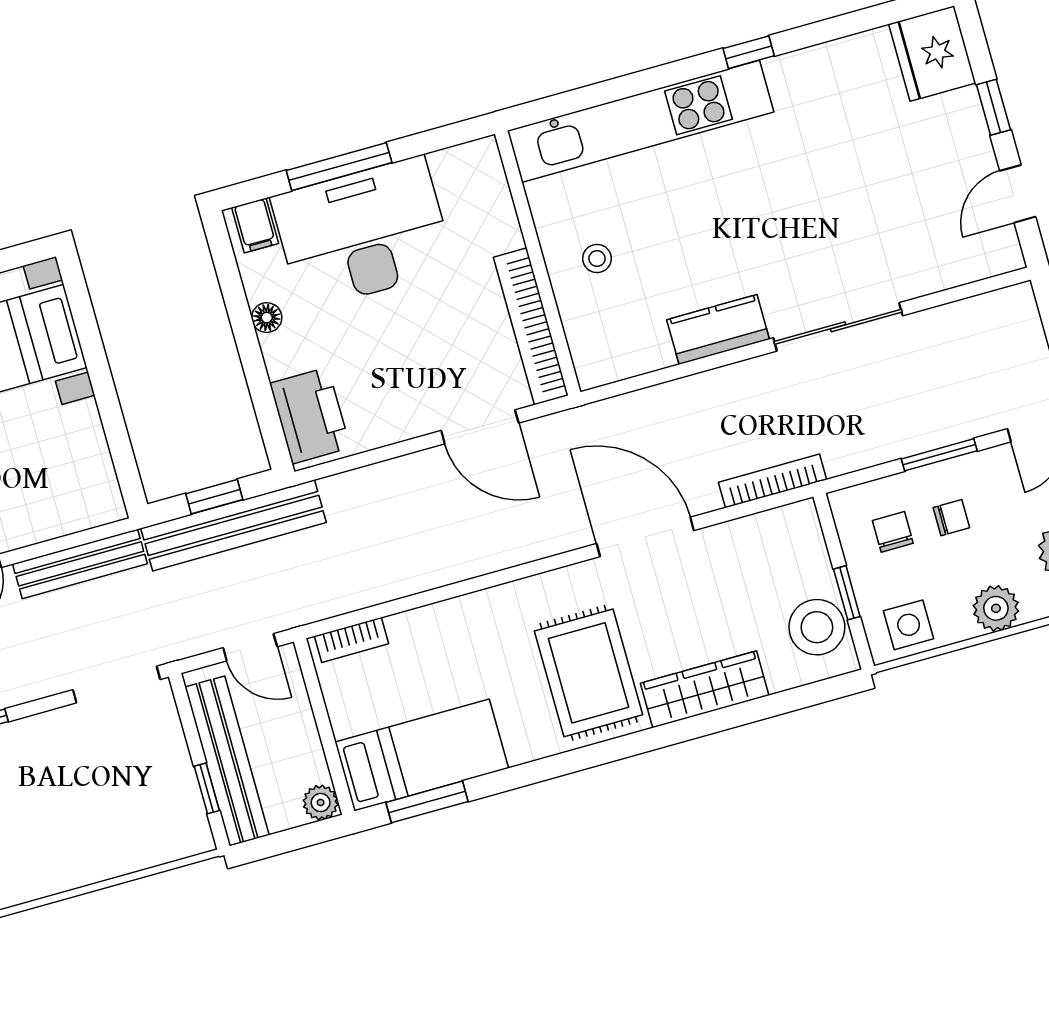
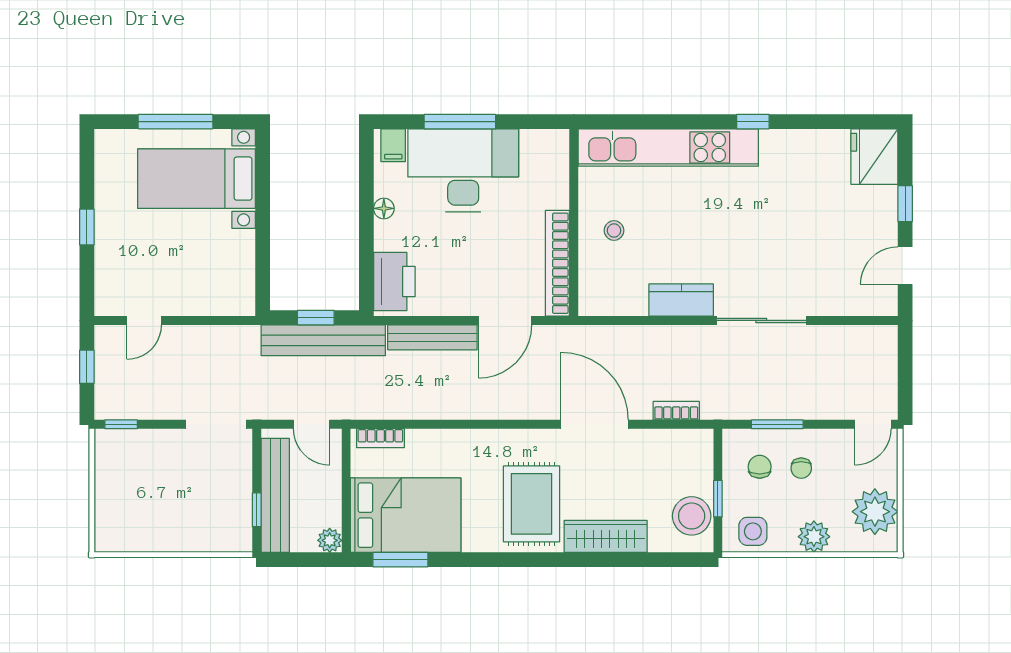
door: (480, 427) -> (505, 320), hinge flipped
window: (939, 455) -> (777, 424), moved
bookcase: (773, 481) -> (676, 411), width x0.64
chair: (951, 518) -> (801, 468), turned 90
bench: (80, 564) -> (432, 337), moved
bed: (422, 755) -> (406, 515), width x1.50

